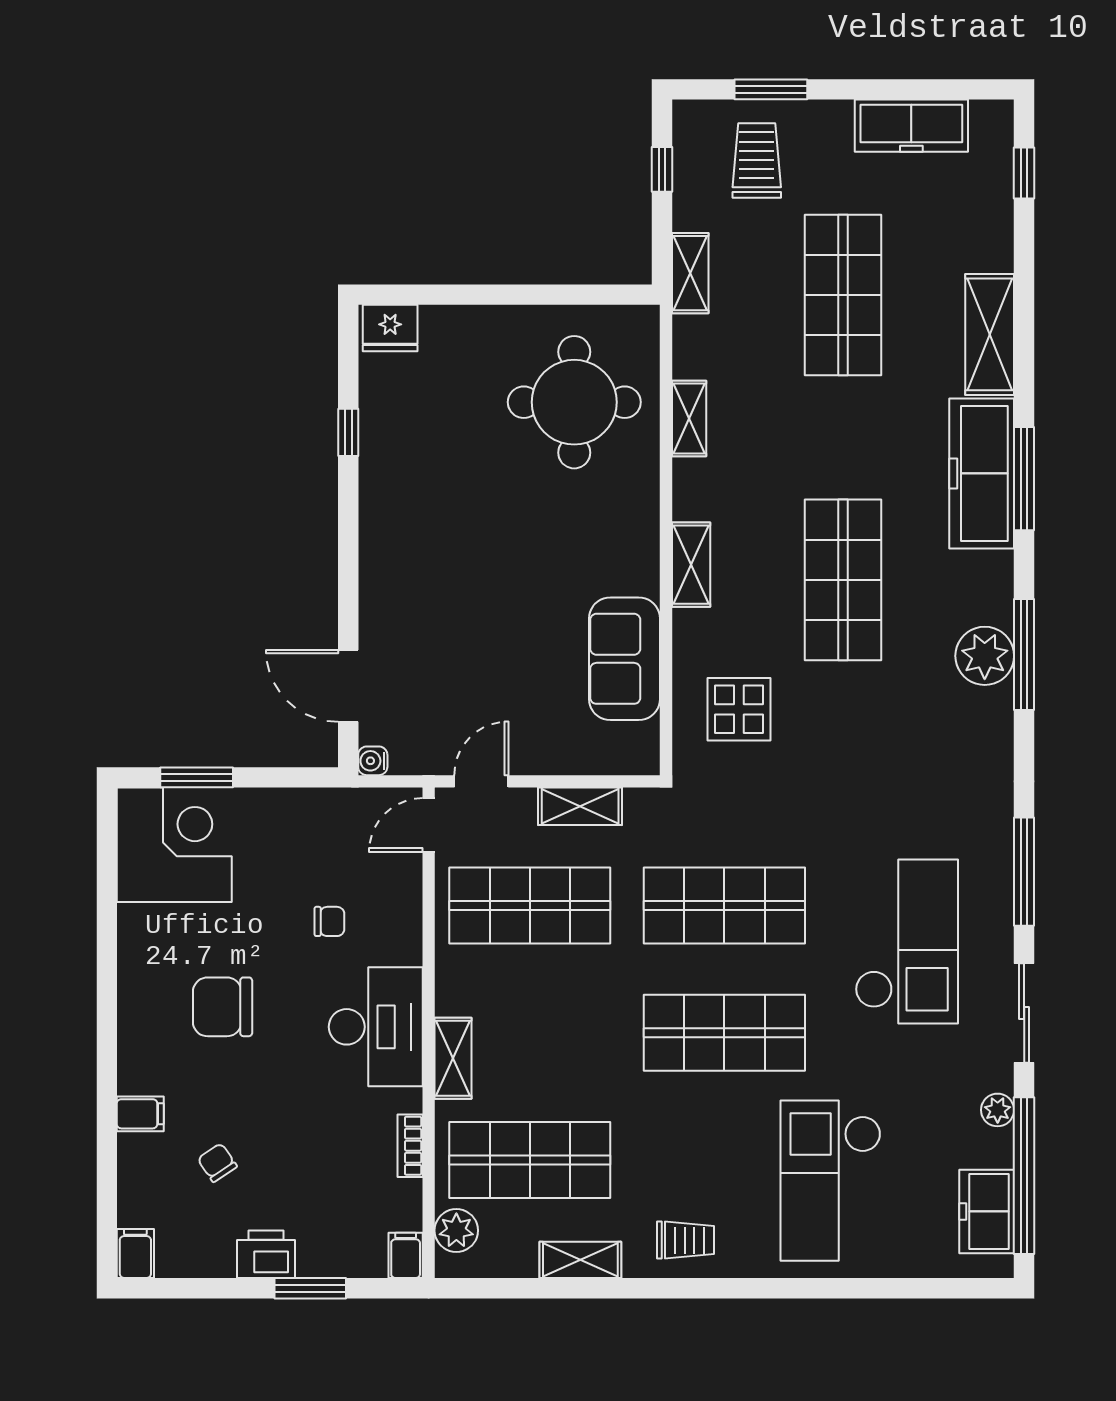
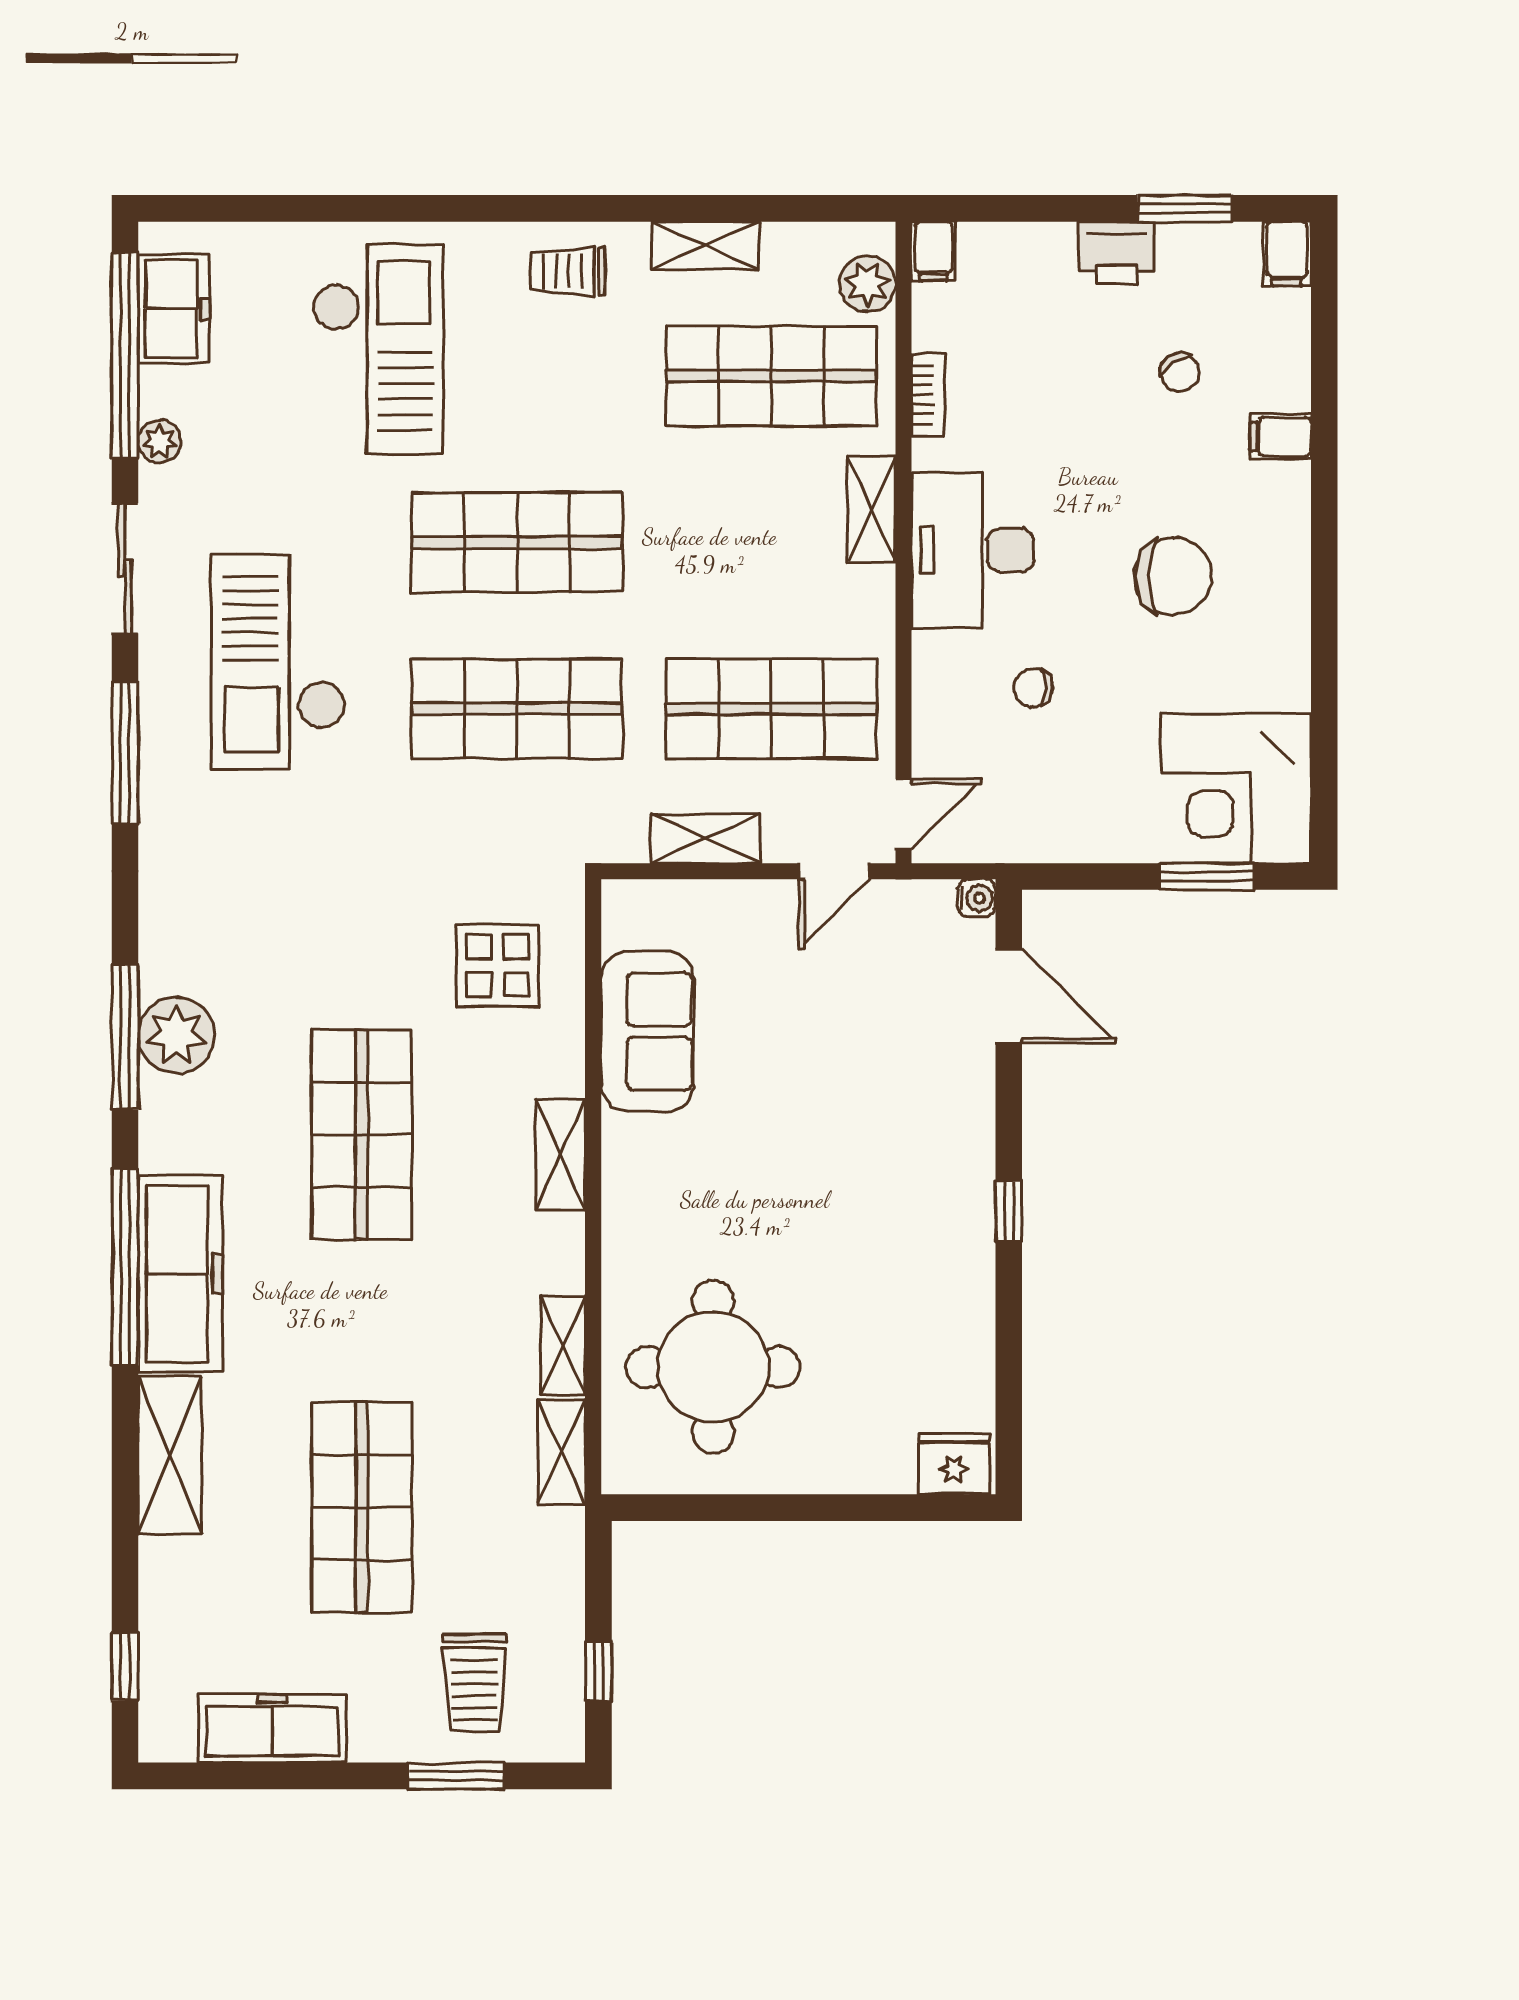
shelving: (690, 273) -> (562, 1452), moved
window: (348, 432) -> (1009, 1211), moved
window: (1024, 479) -> (125, 1267), width x1.46
window: (310, 1288) -> (1185, 208), moved

